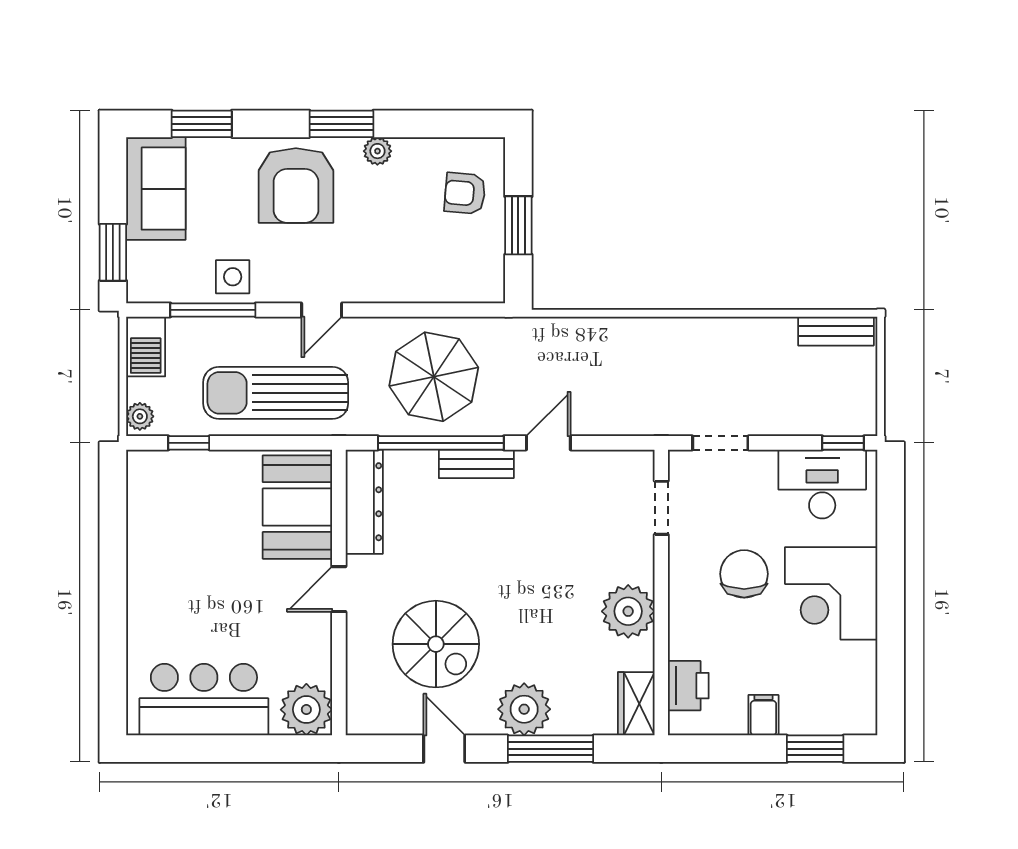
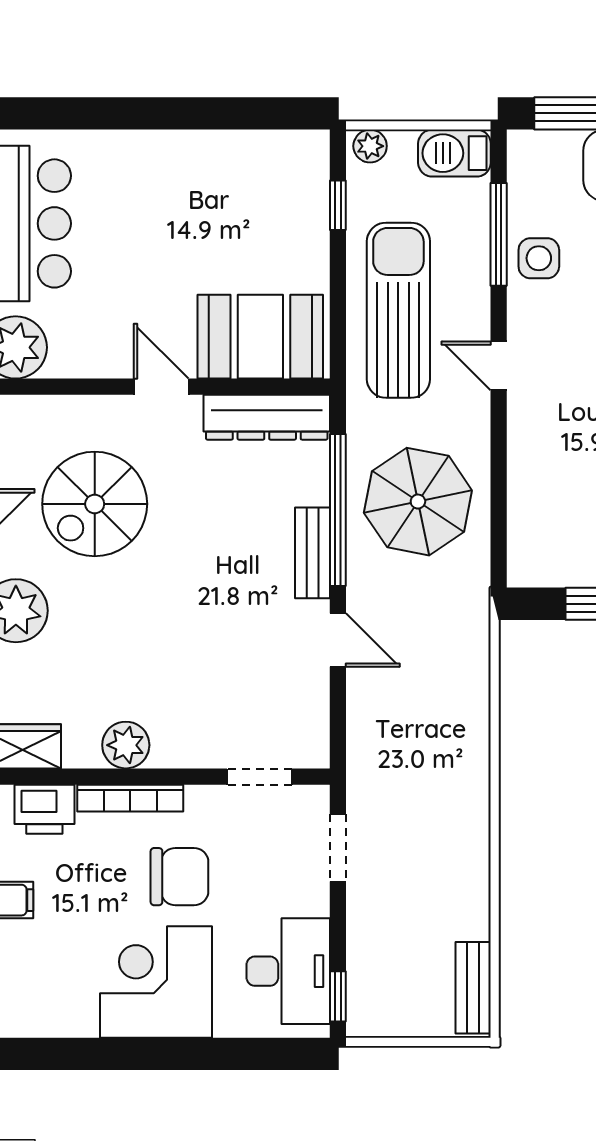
plant: (628, 611) -> (126, 745), width x0.73, depth x0.73
bookcase: (679, 615) -> (130, 798), added

